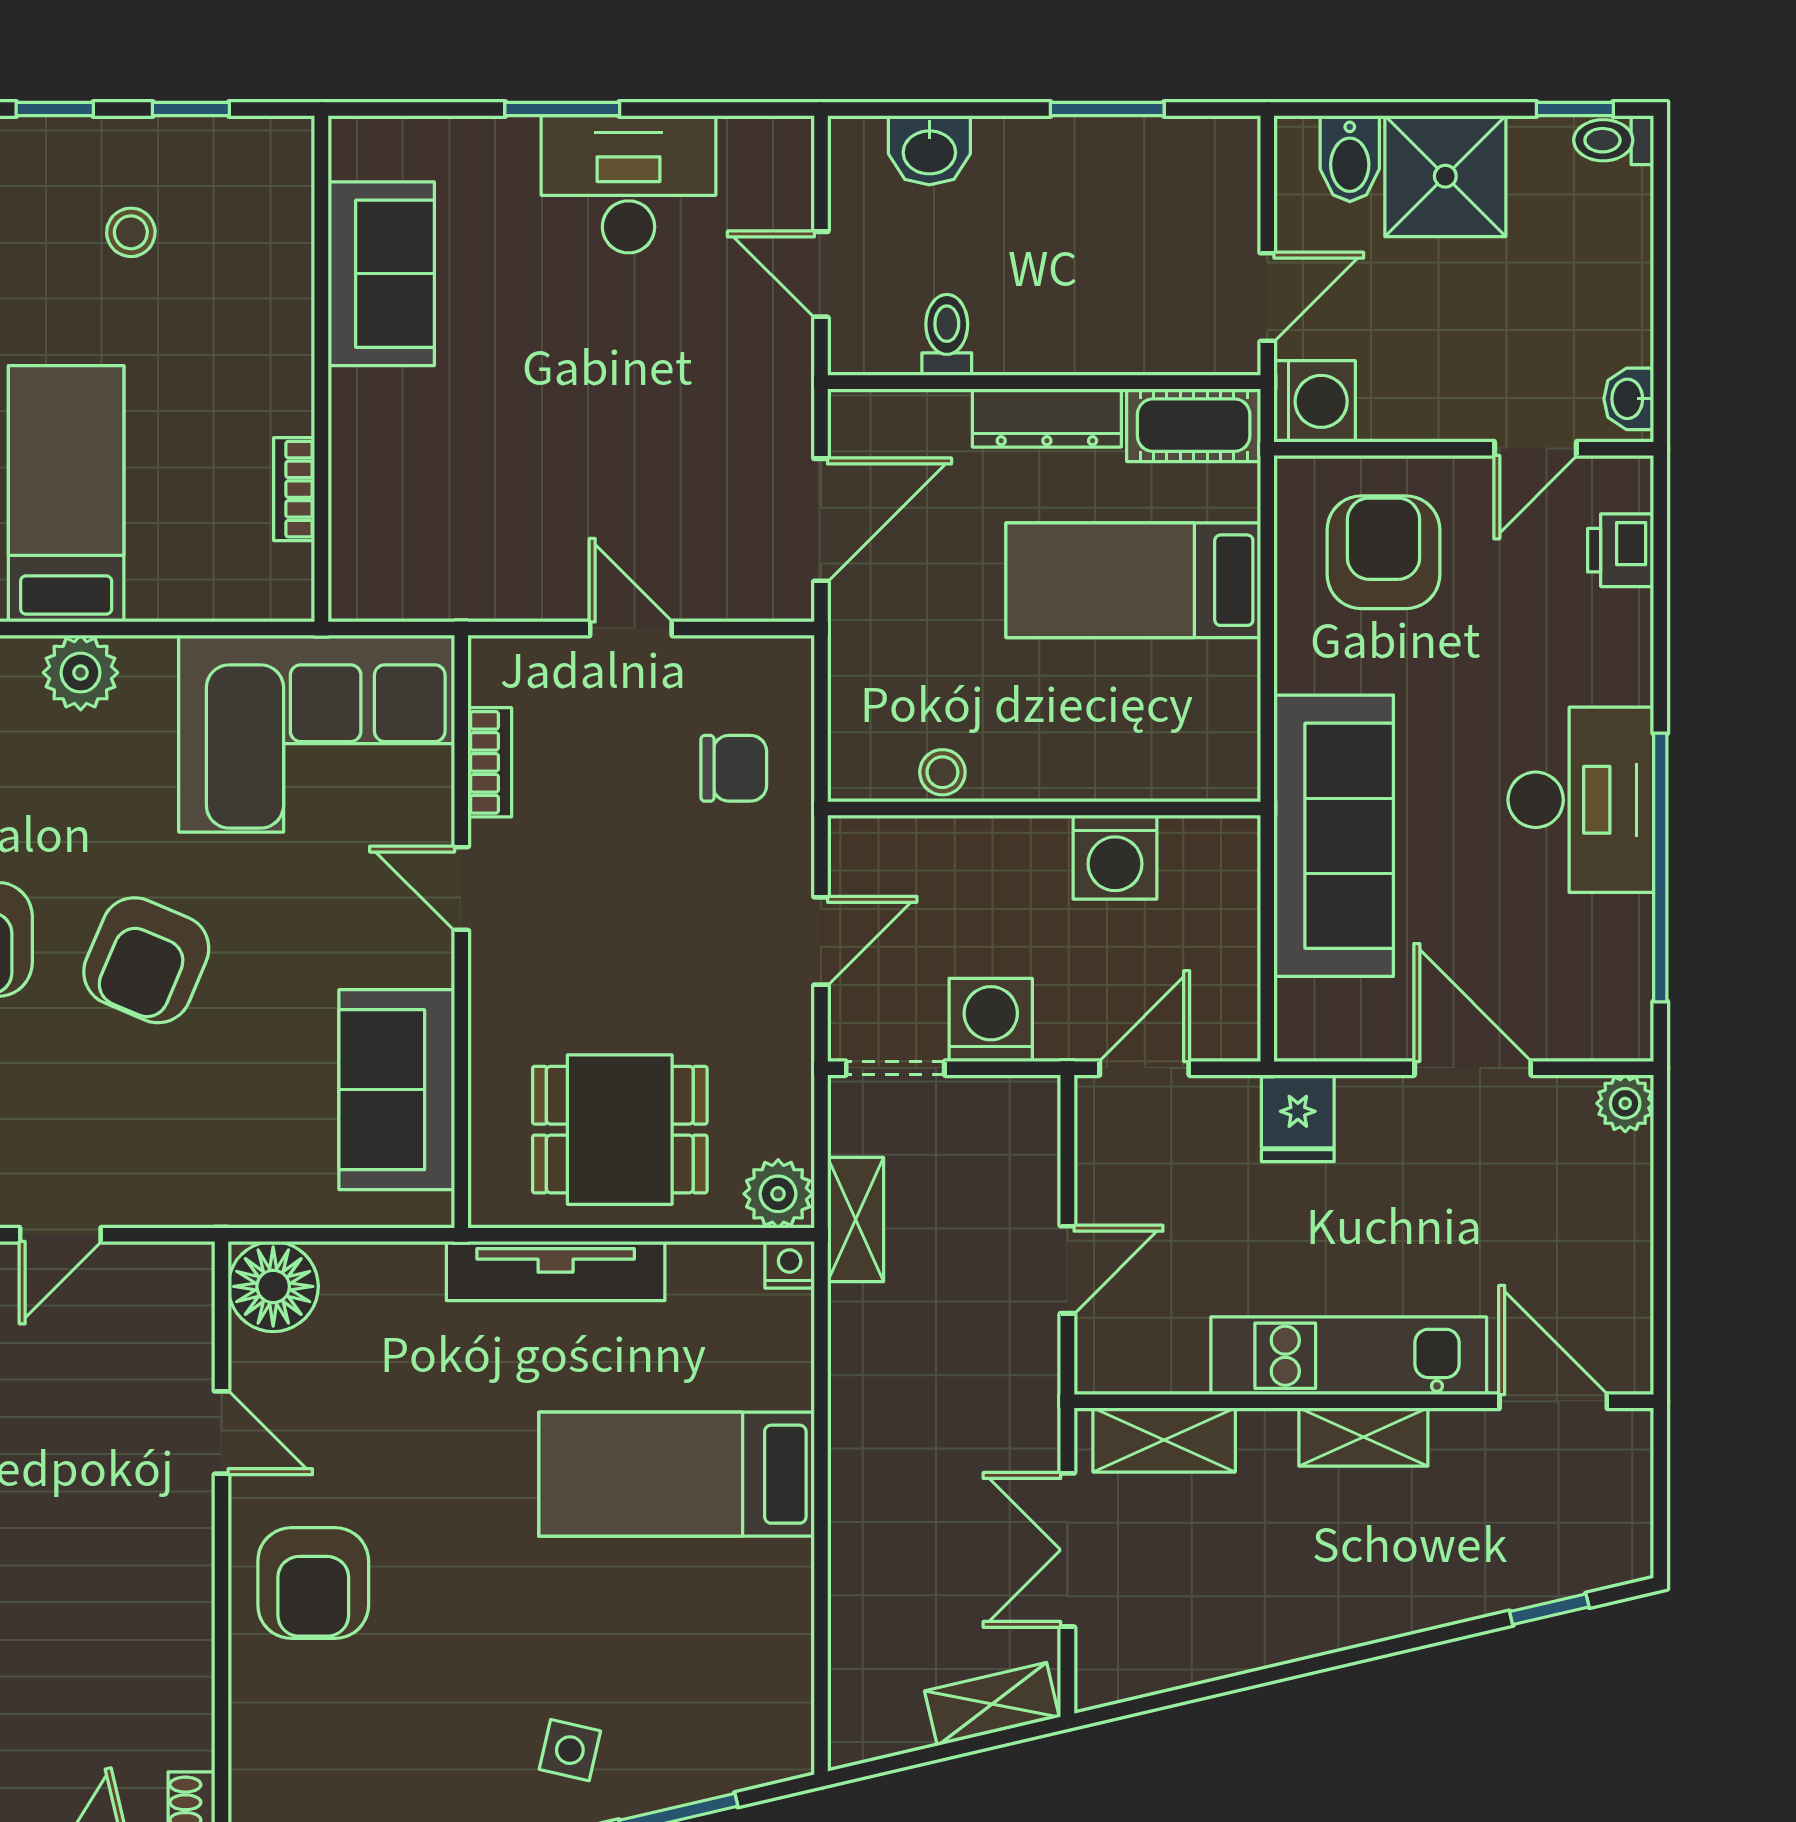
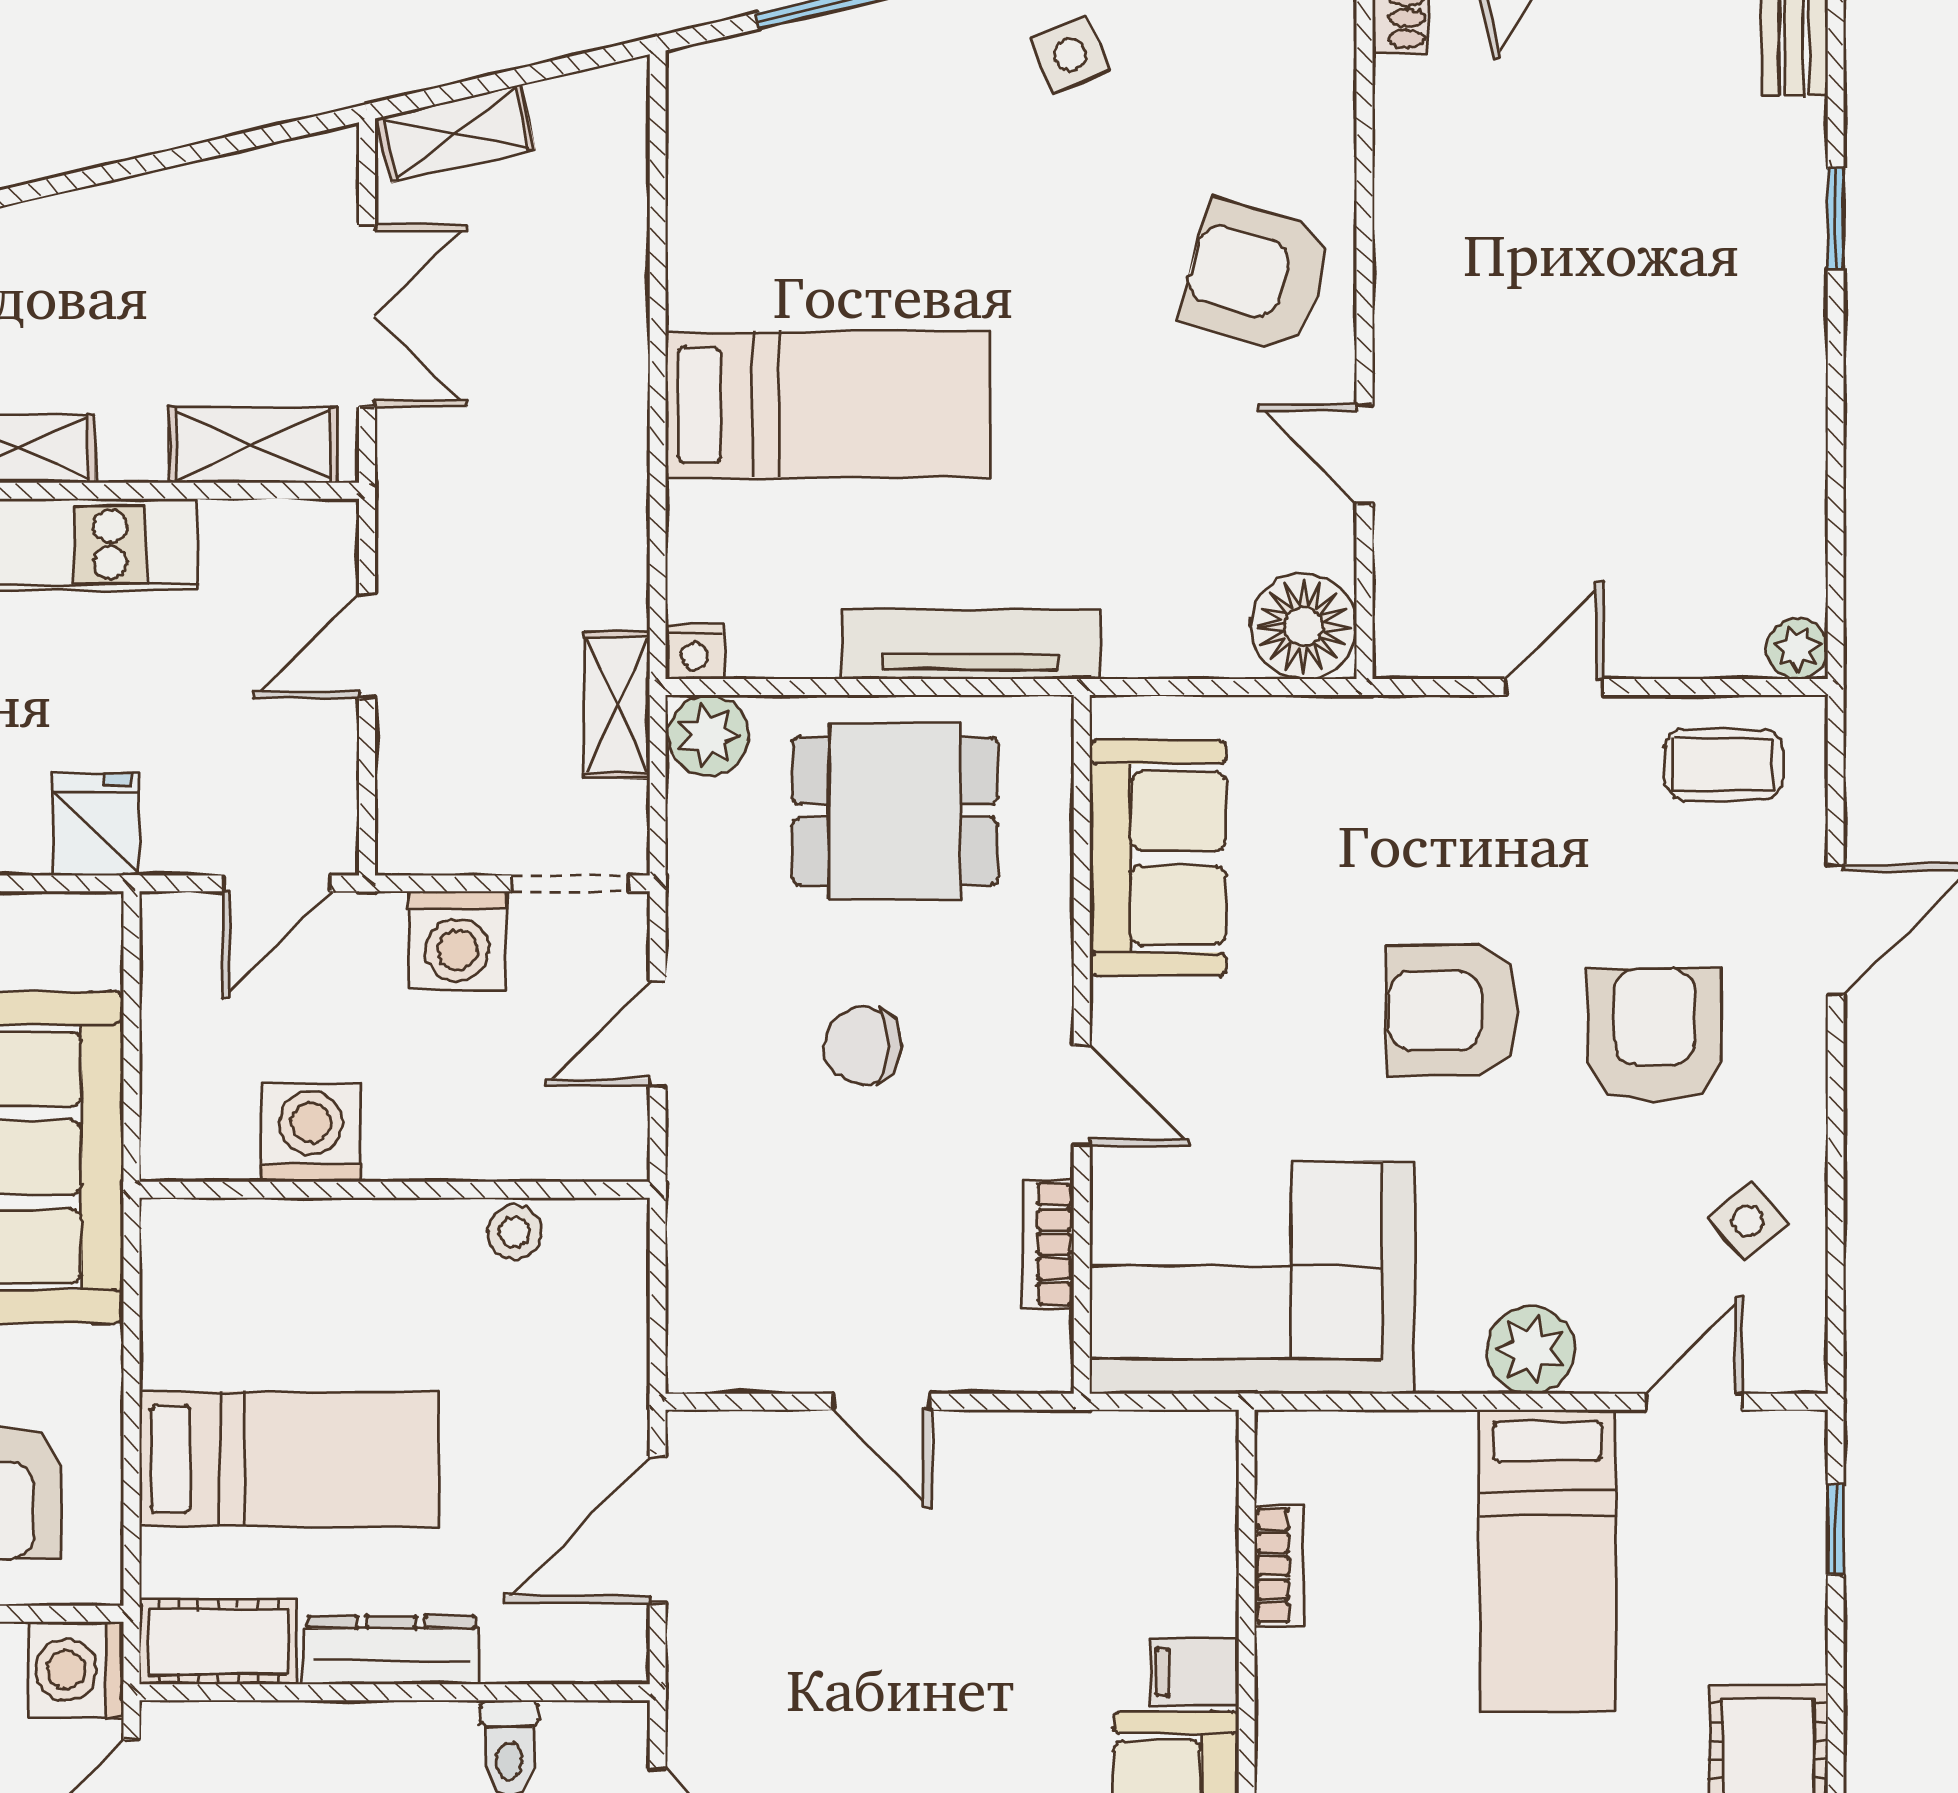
filing cabinet: (366, 399) -> (1194, 1672), added
chair: (734, 768) -> (863, 1046), moved
armchair: (146, 960) -> (1453, 1011), turned -113
armchair: (313, 1583) -> (1256, 276), turned -74
side table: (570, 1750) -> (1070, 55), moved, turned -36

